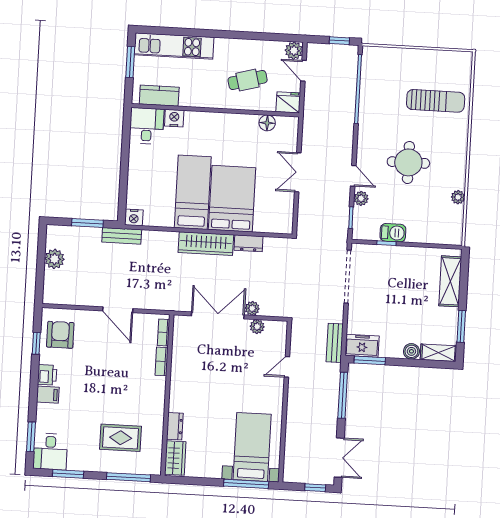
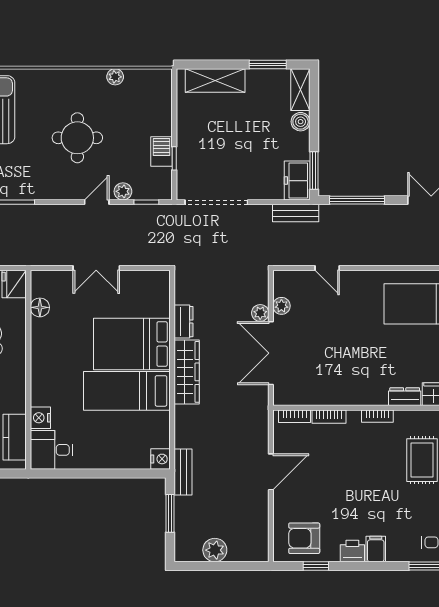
bookcase: (160, 402) -> (377, 416), added

